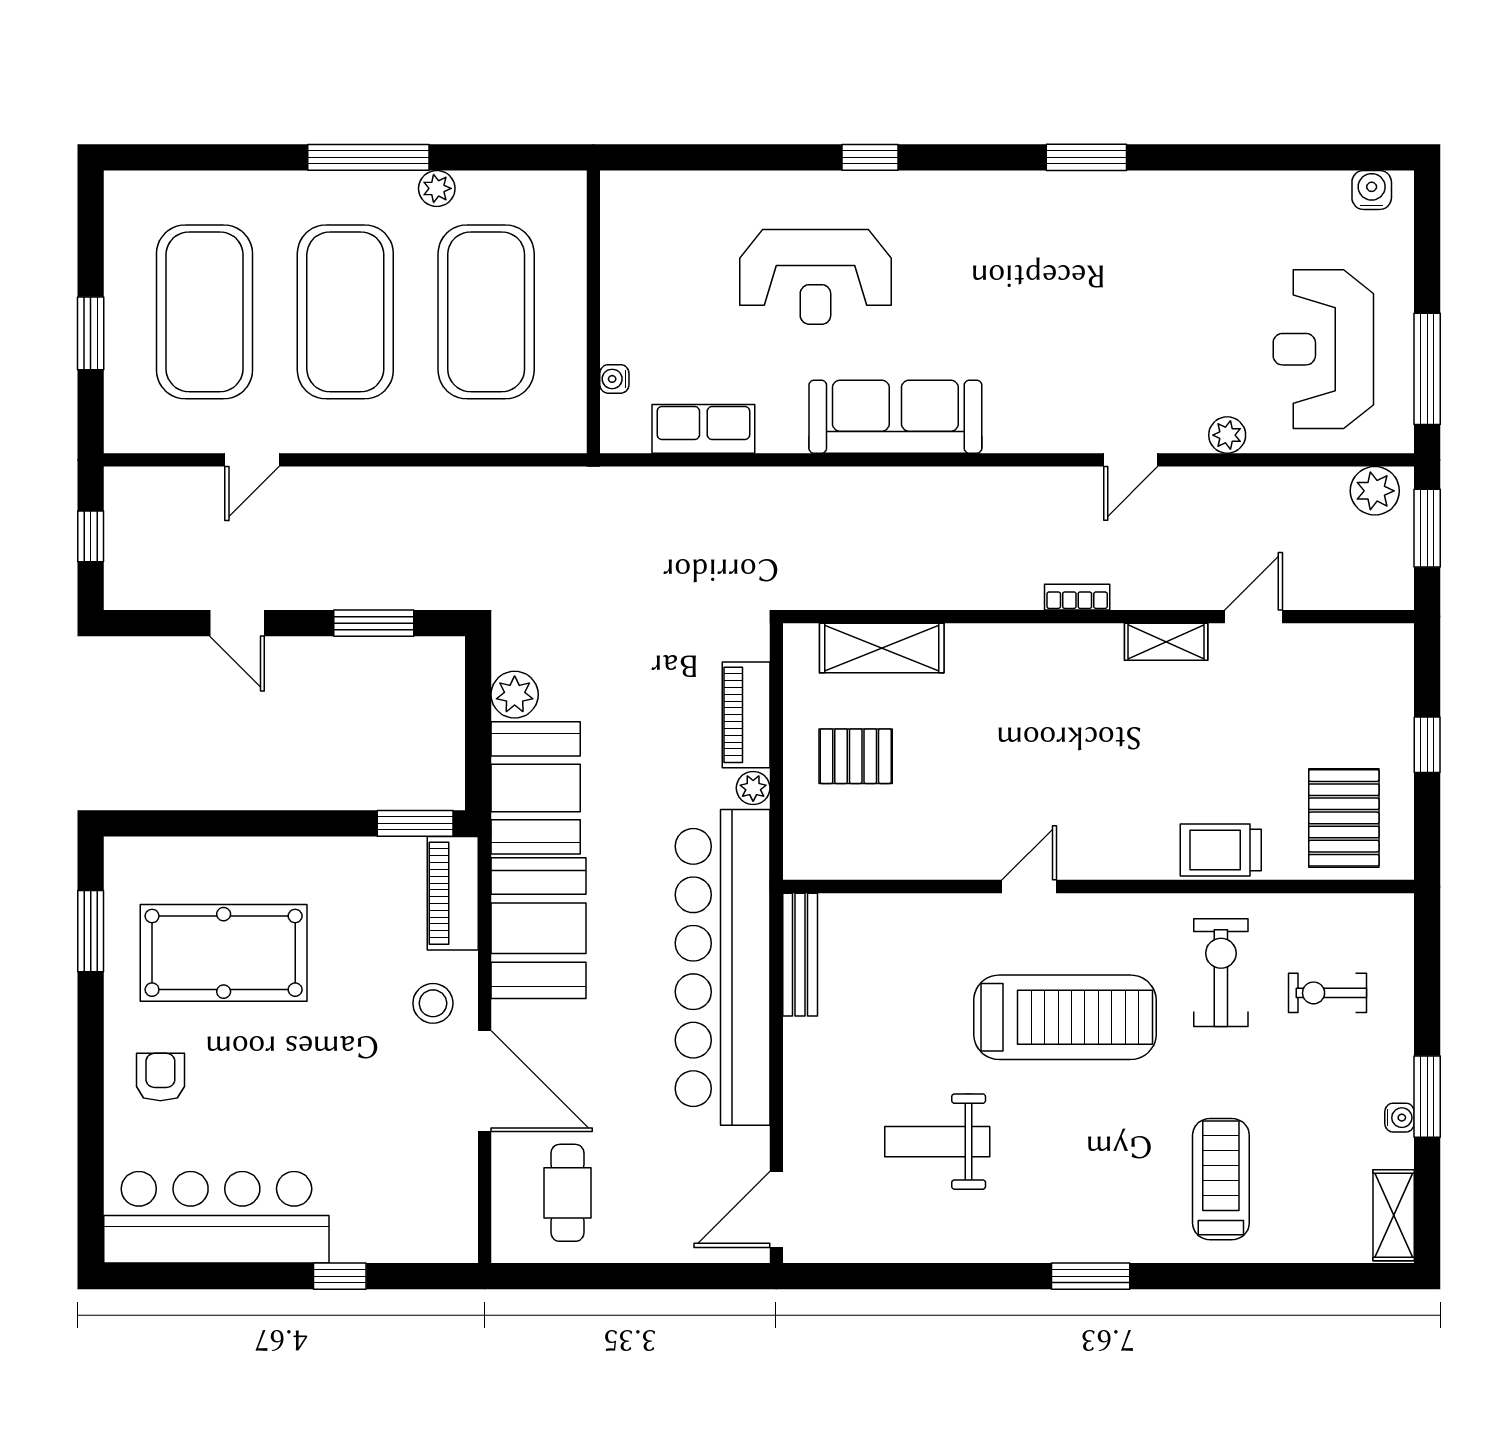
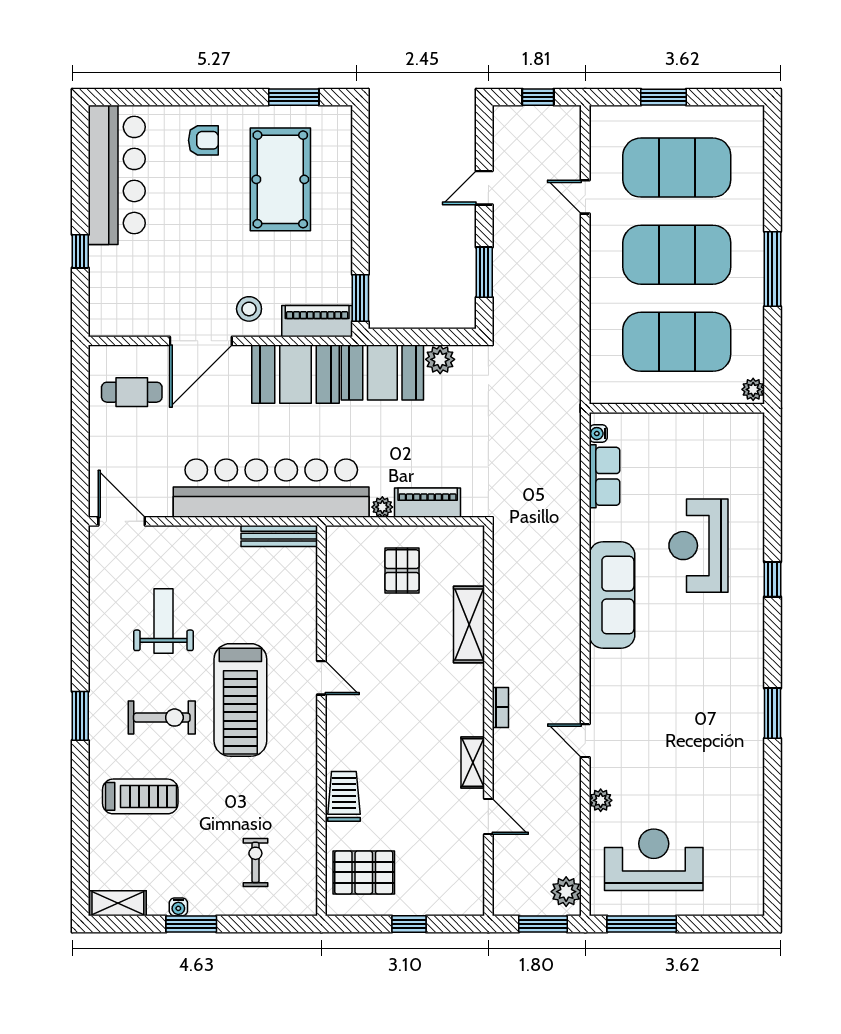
plant: (437, 188) -> (753, 389), moved
water cooler: (1372, 190) -> (752, 890), removed
water cooler: (614, 379) -> (598, 434), moved, turned -90
shelving: (882, 648) -> (469, 624), moved
exercise bike: (1221, 973) -> (162, 718), moved

